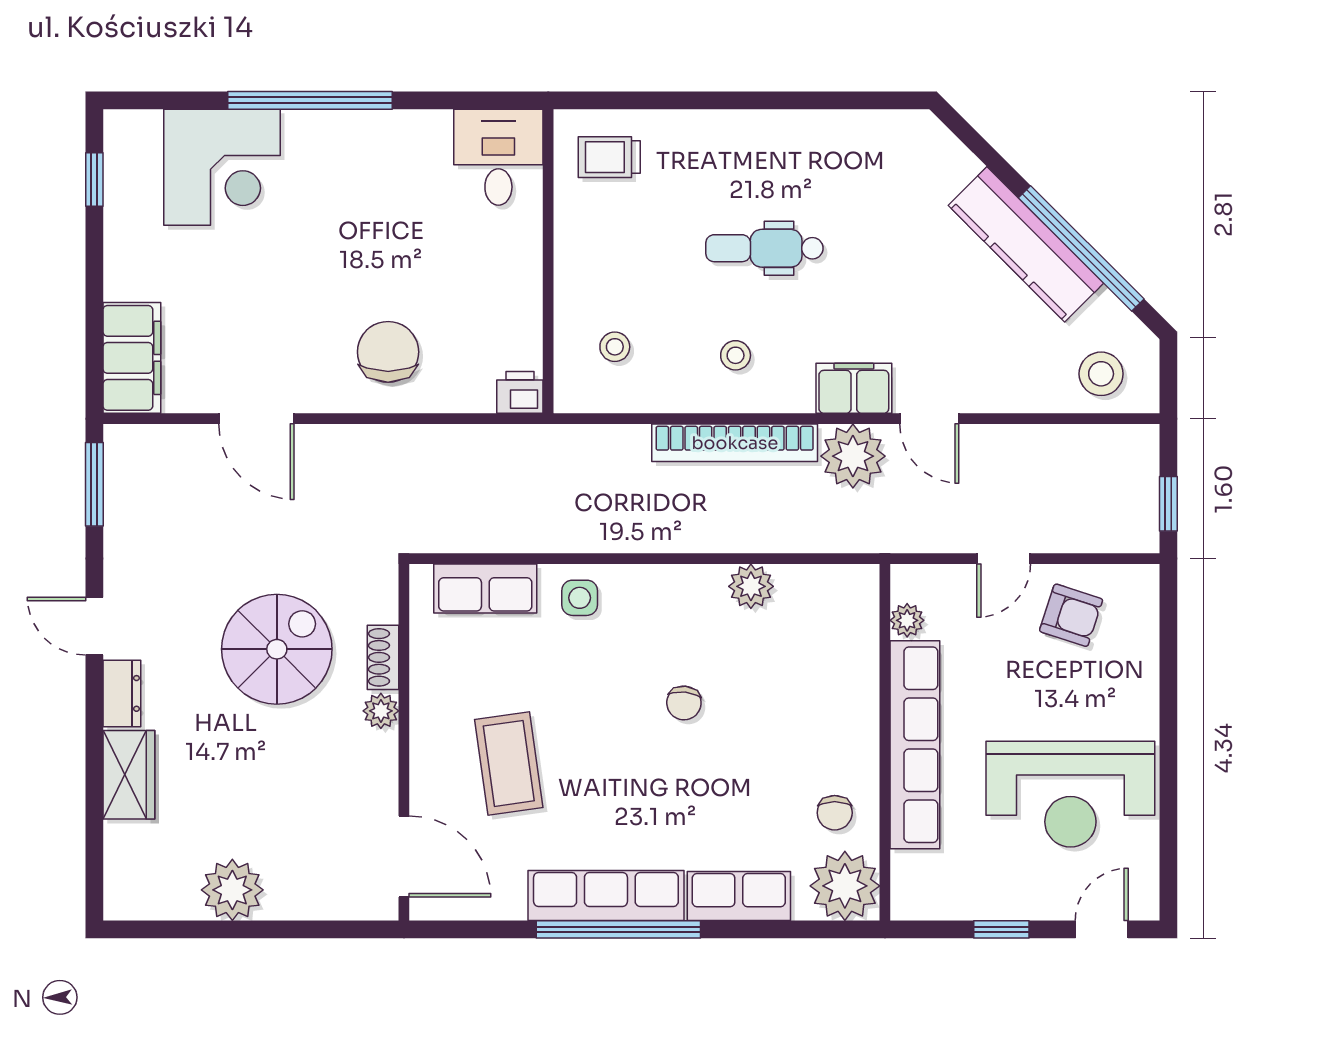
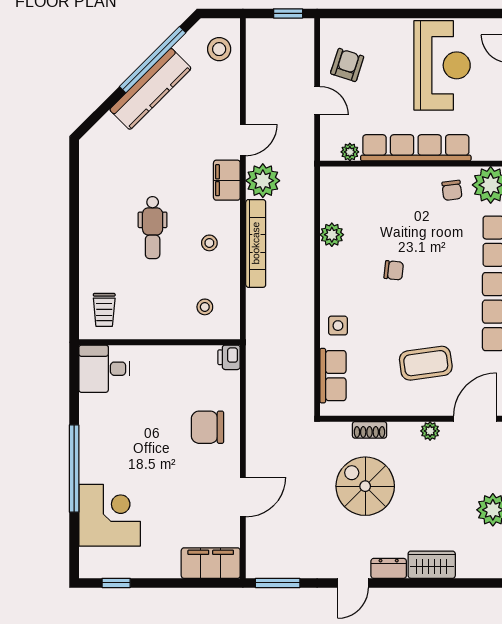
plant: (381, 711) -> (430, 431), moved
chair: (835, 813) -> (452, 190), turned 83

